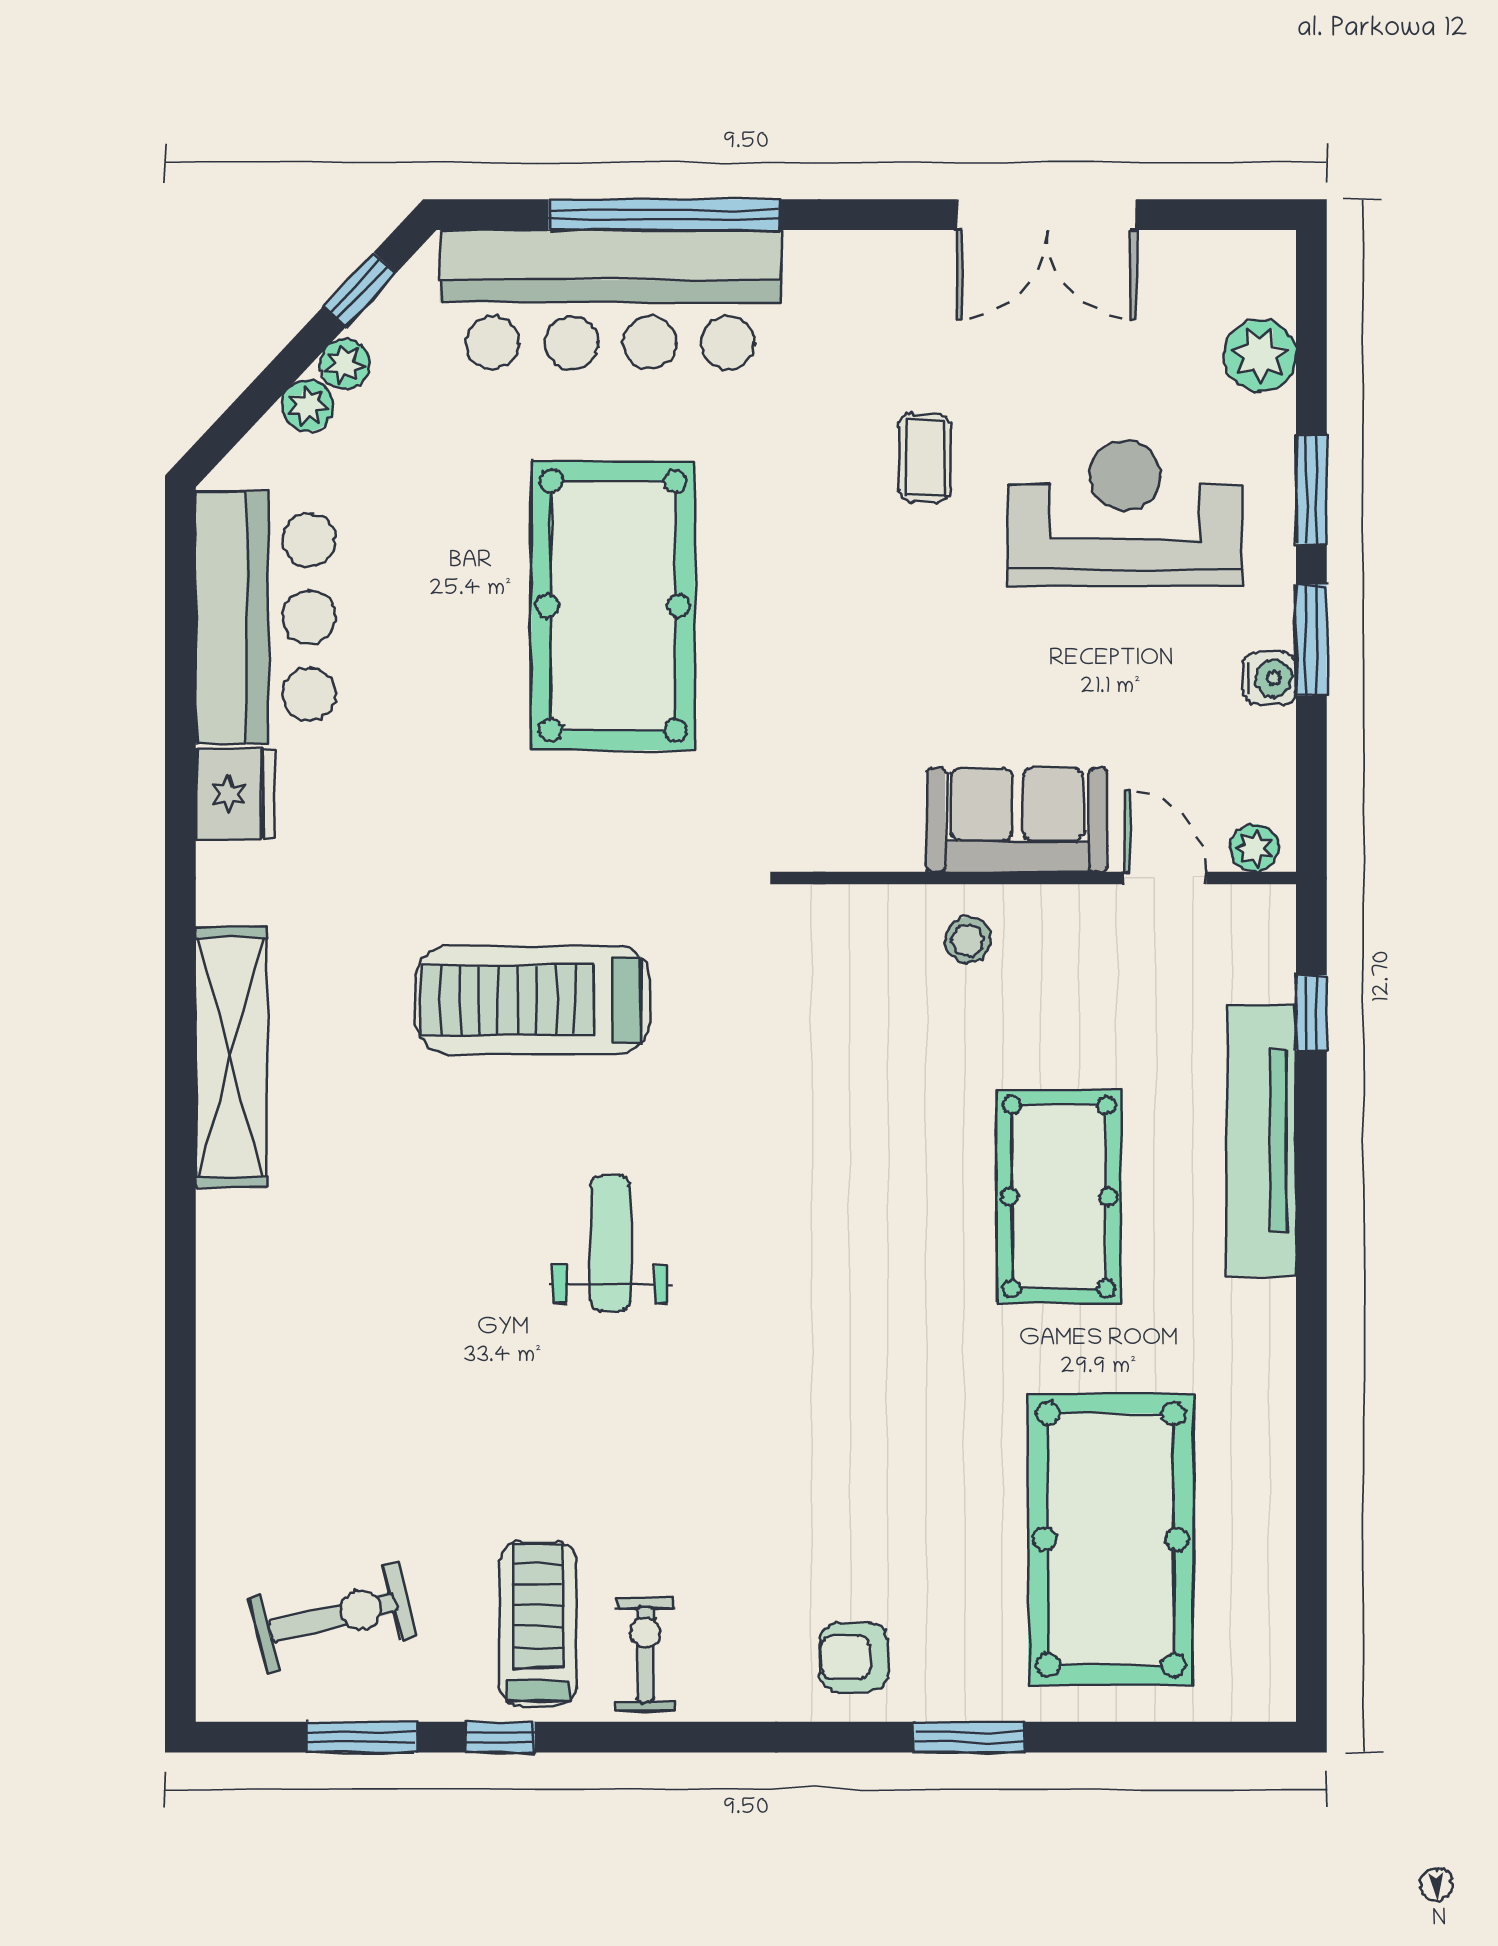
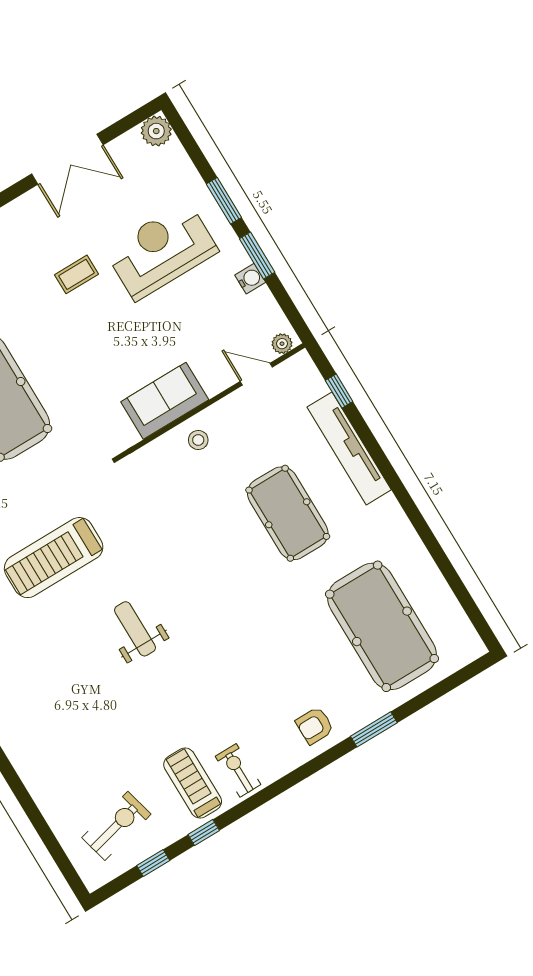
plant: (1260, 356) -> (156, 131), moved
coffee table: (925, 458) -> (76, 274), turned 90
sofa: (1017, 820) -> (165, 401), moved
window: (362, 1737) -> (153, 863), width x0.67

